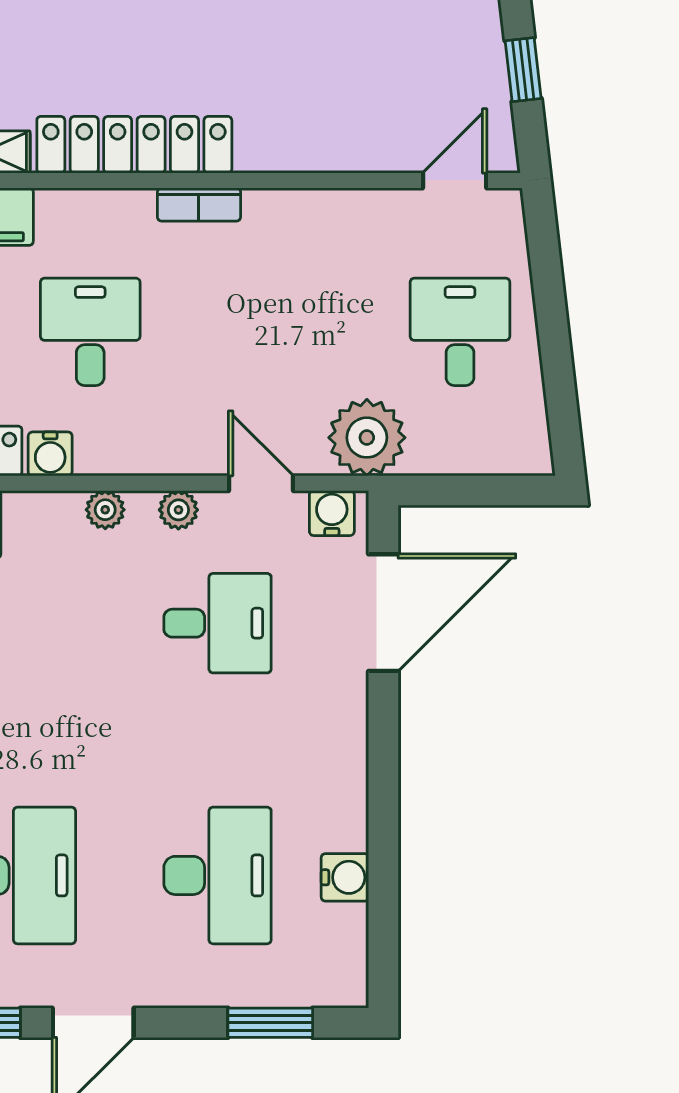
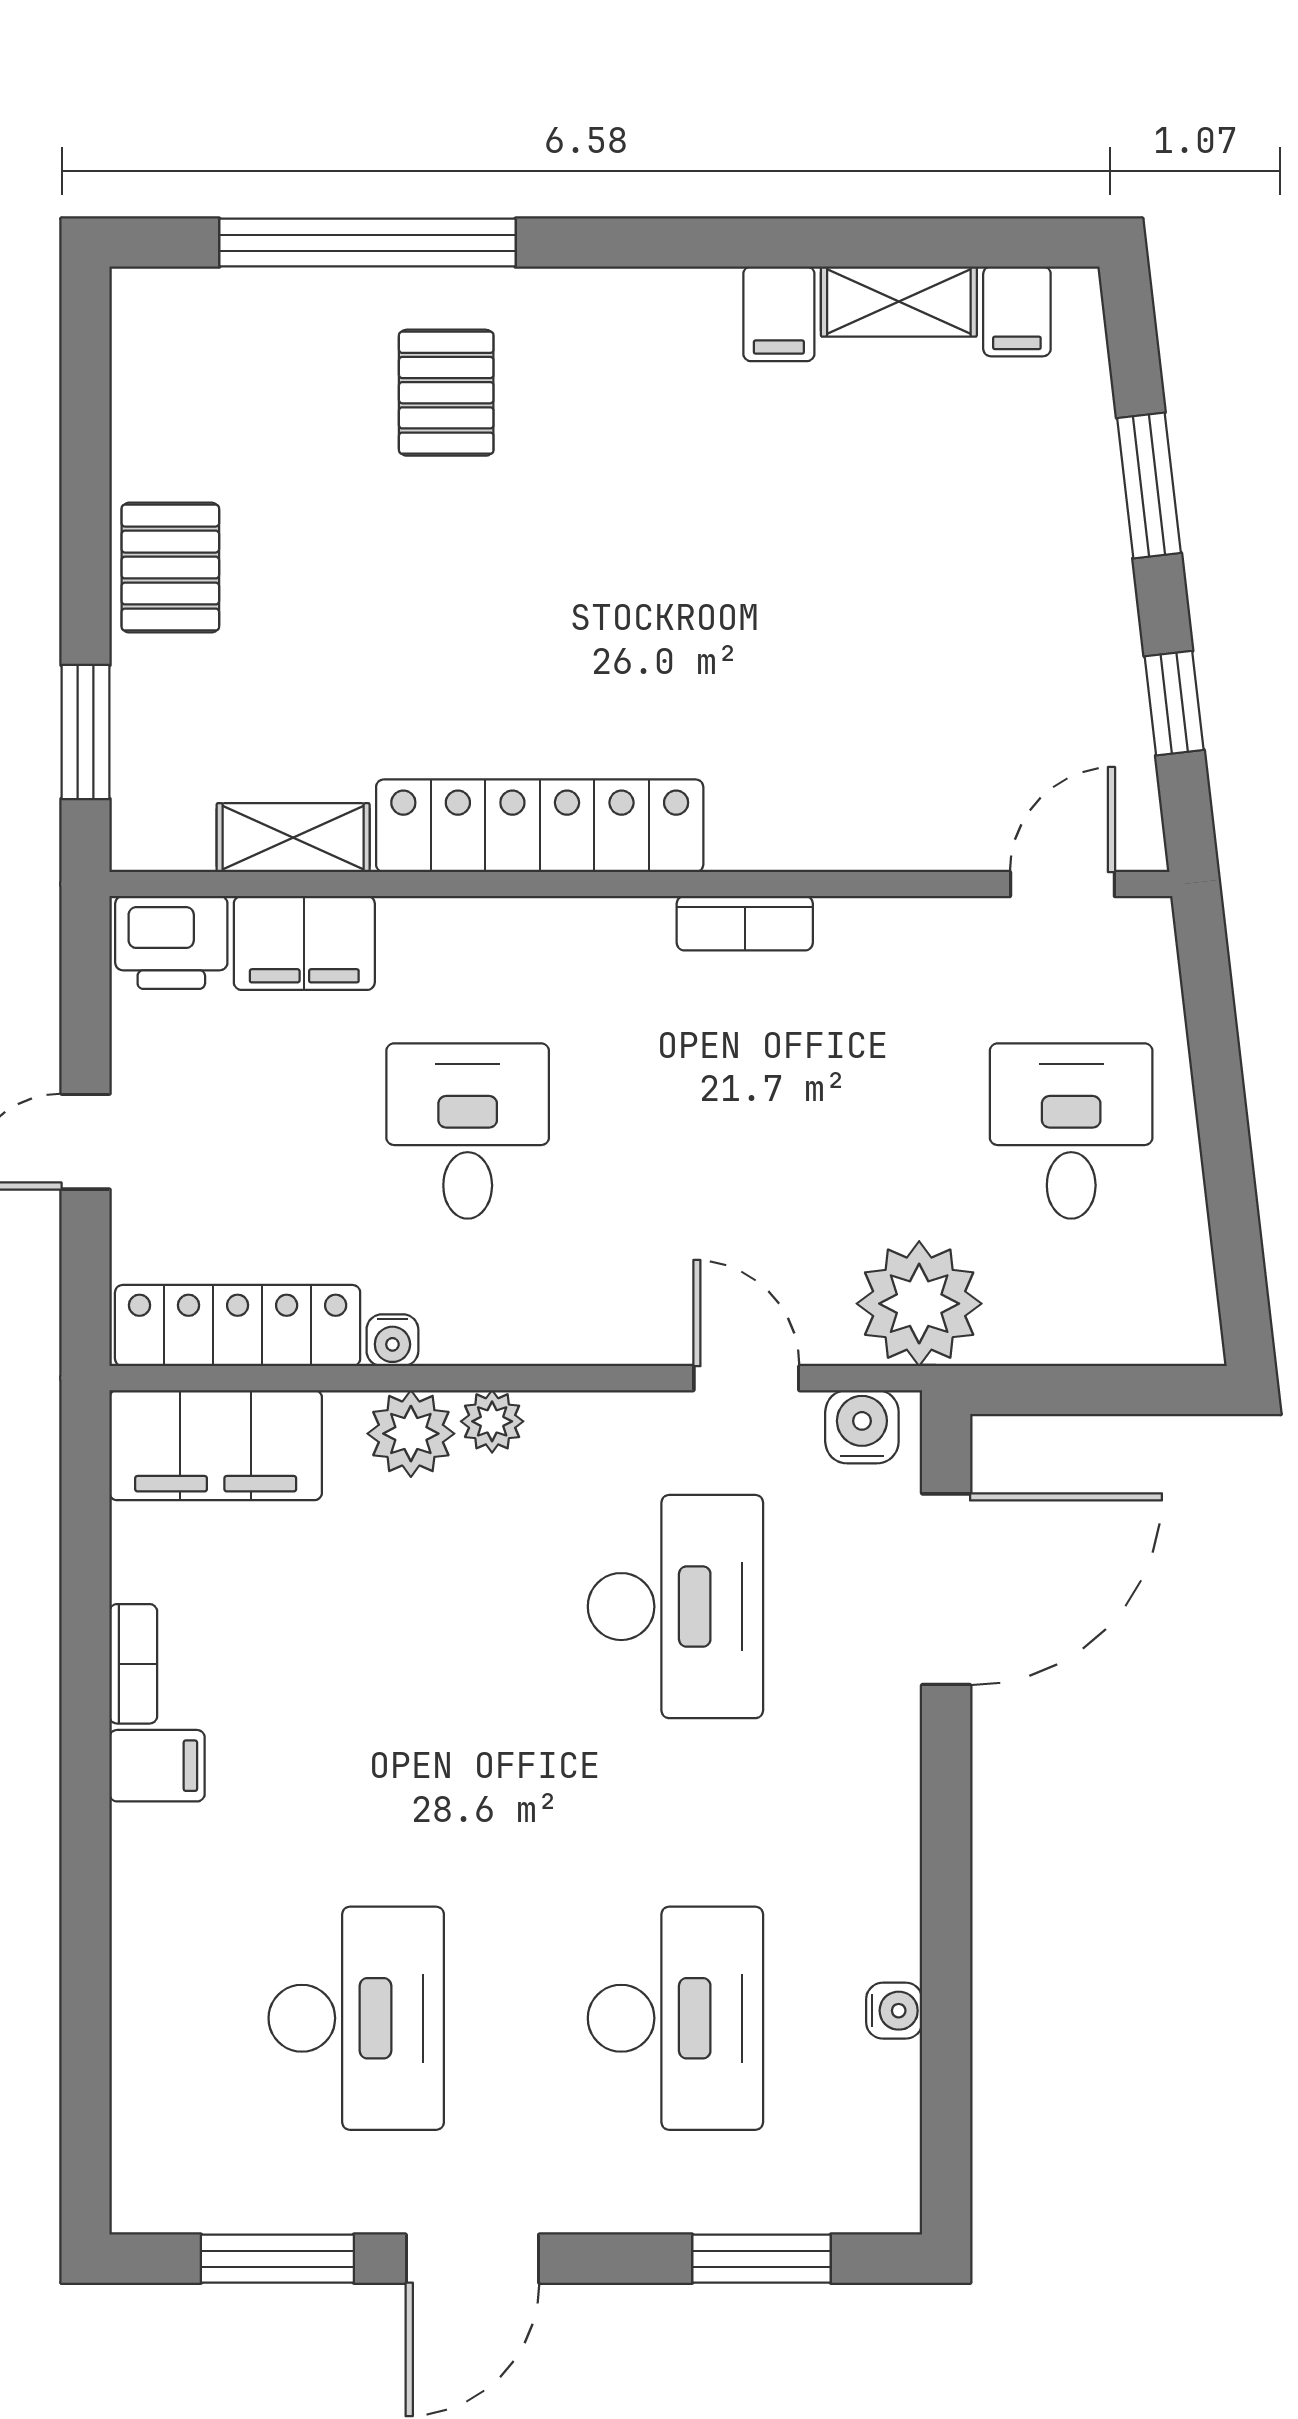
bookcase: (199, 204) -> (745, 923), moved
water cooler: (50, 454) -> (392, 1340), width x0.72, depth x0.72
plant: (178, 510) -> (411, 1434), moved, width x1.38, depth x1.38
desk: (218, 623) -> (675, 1607), width x1.37
water cooler: (345, 877) -> (894, 2011), width x0.72, depth x0.72

